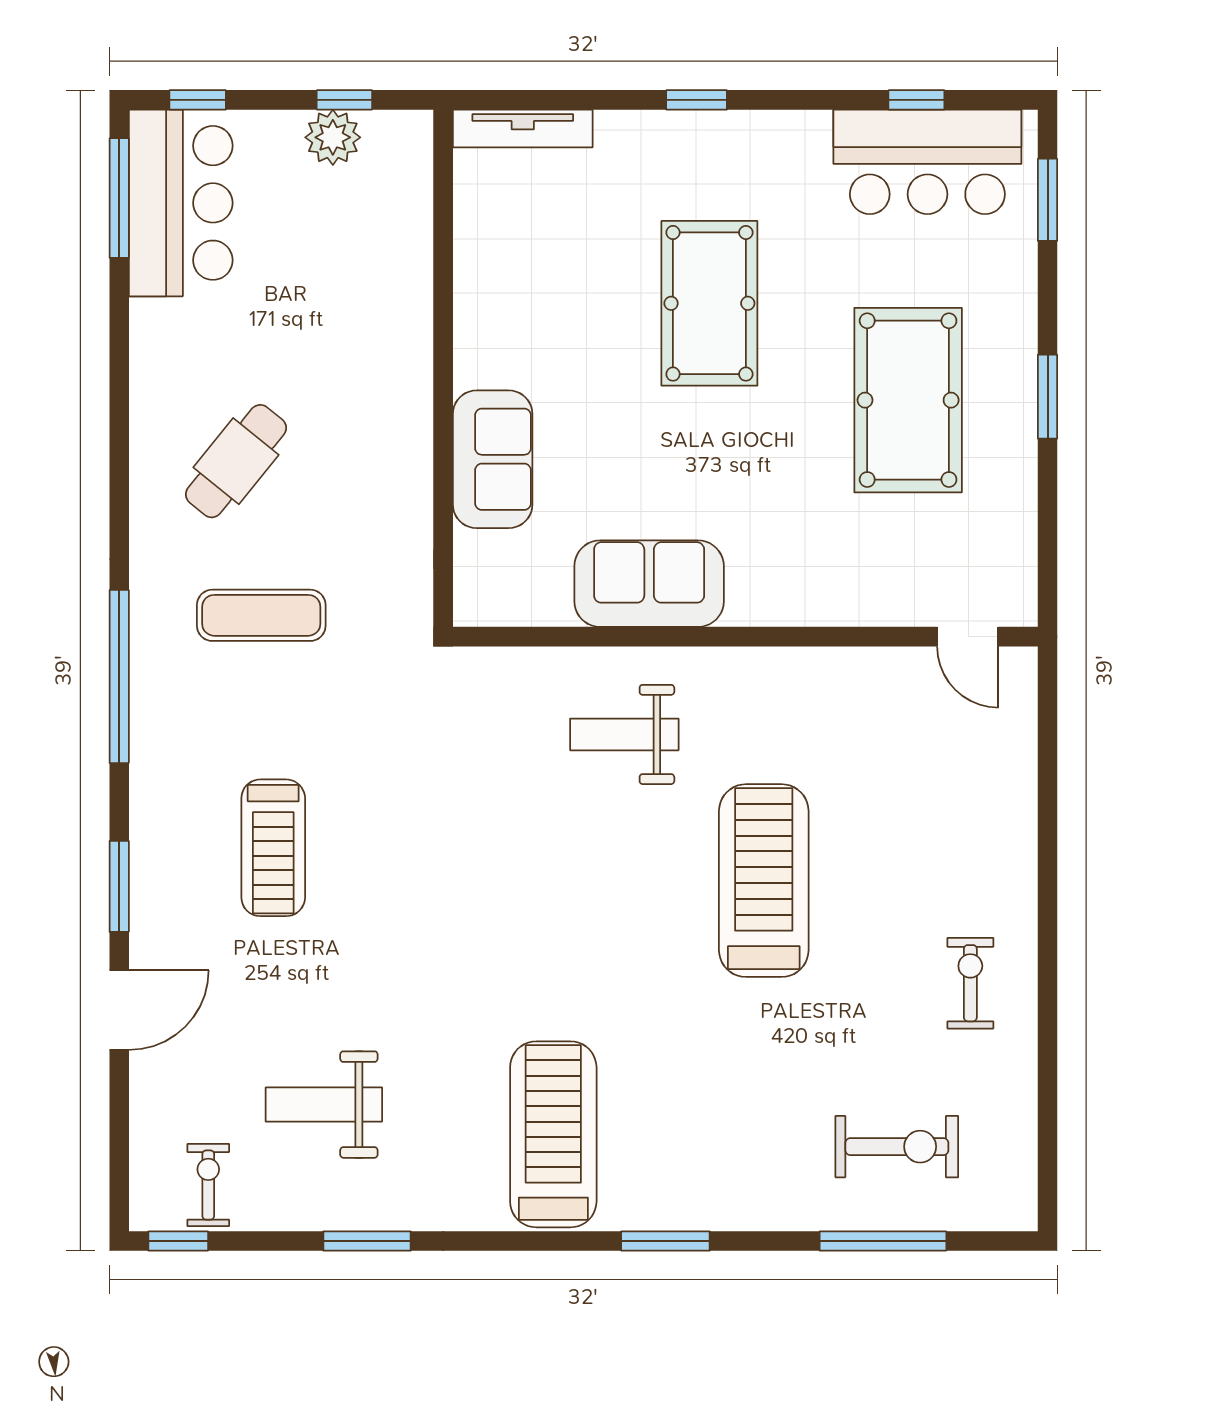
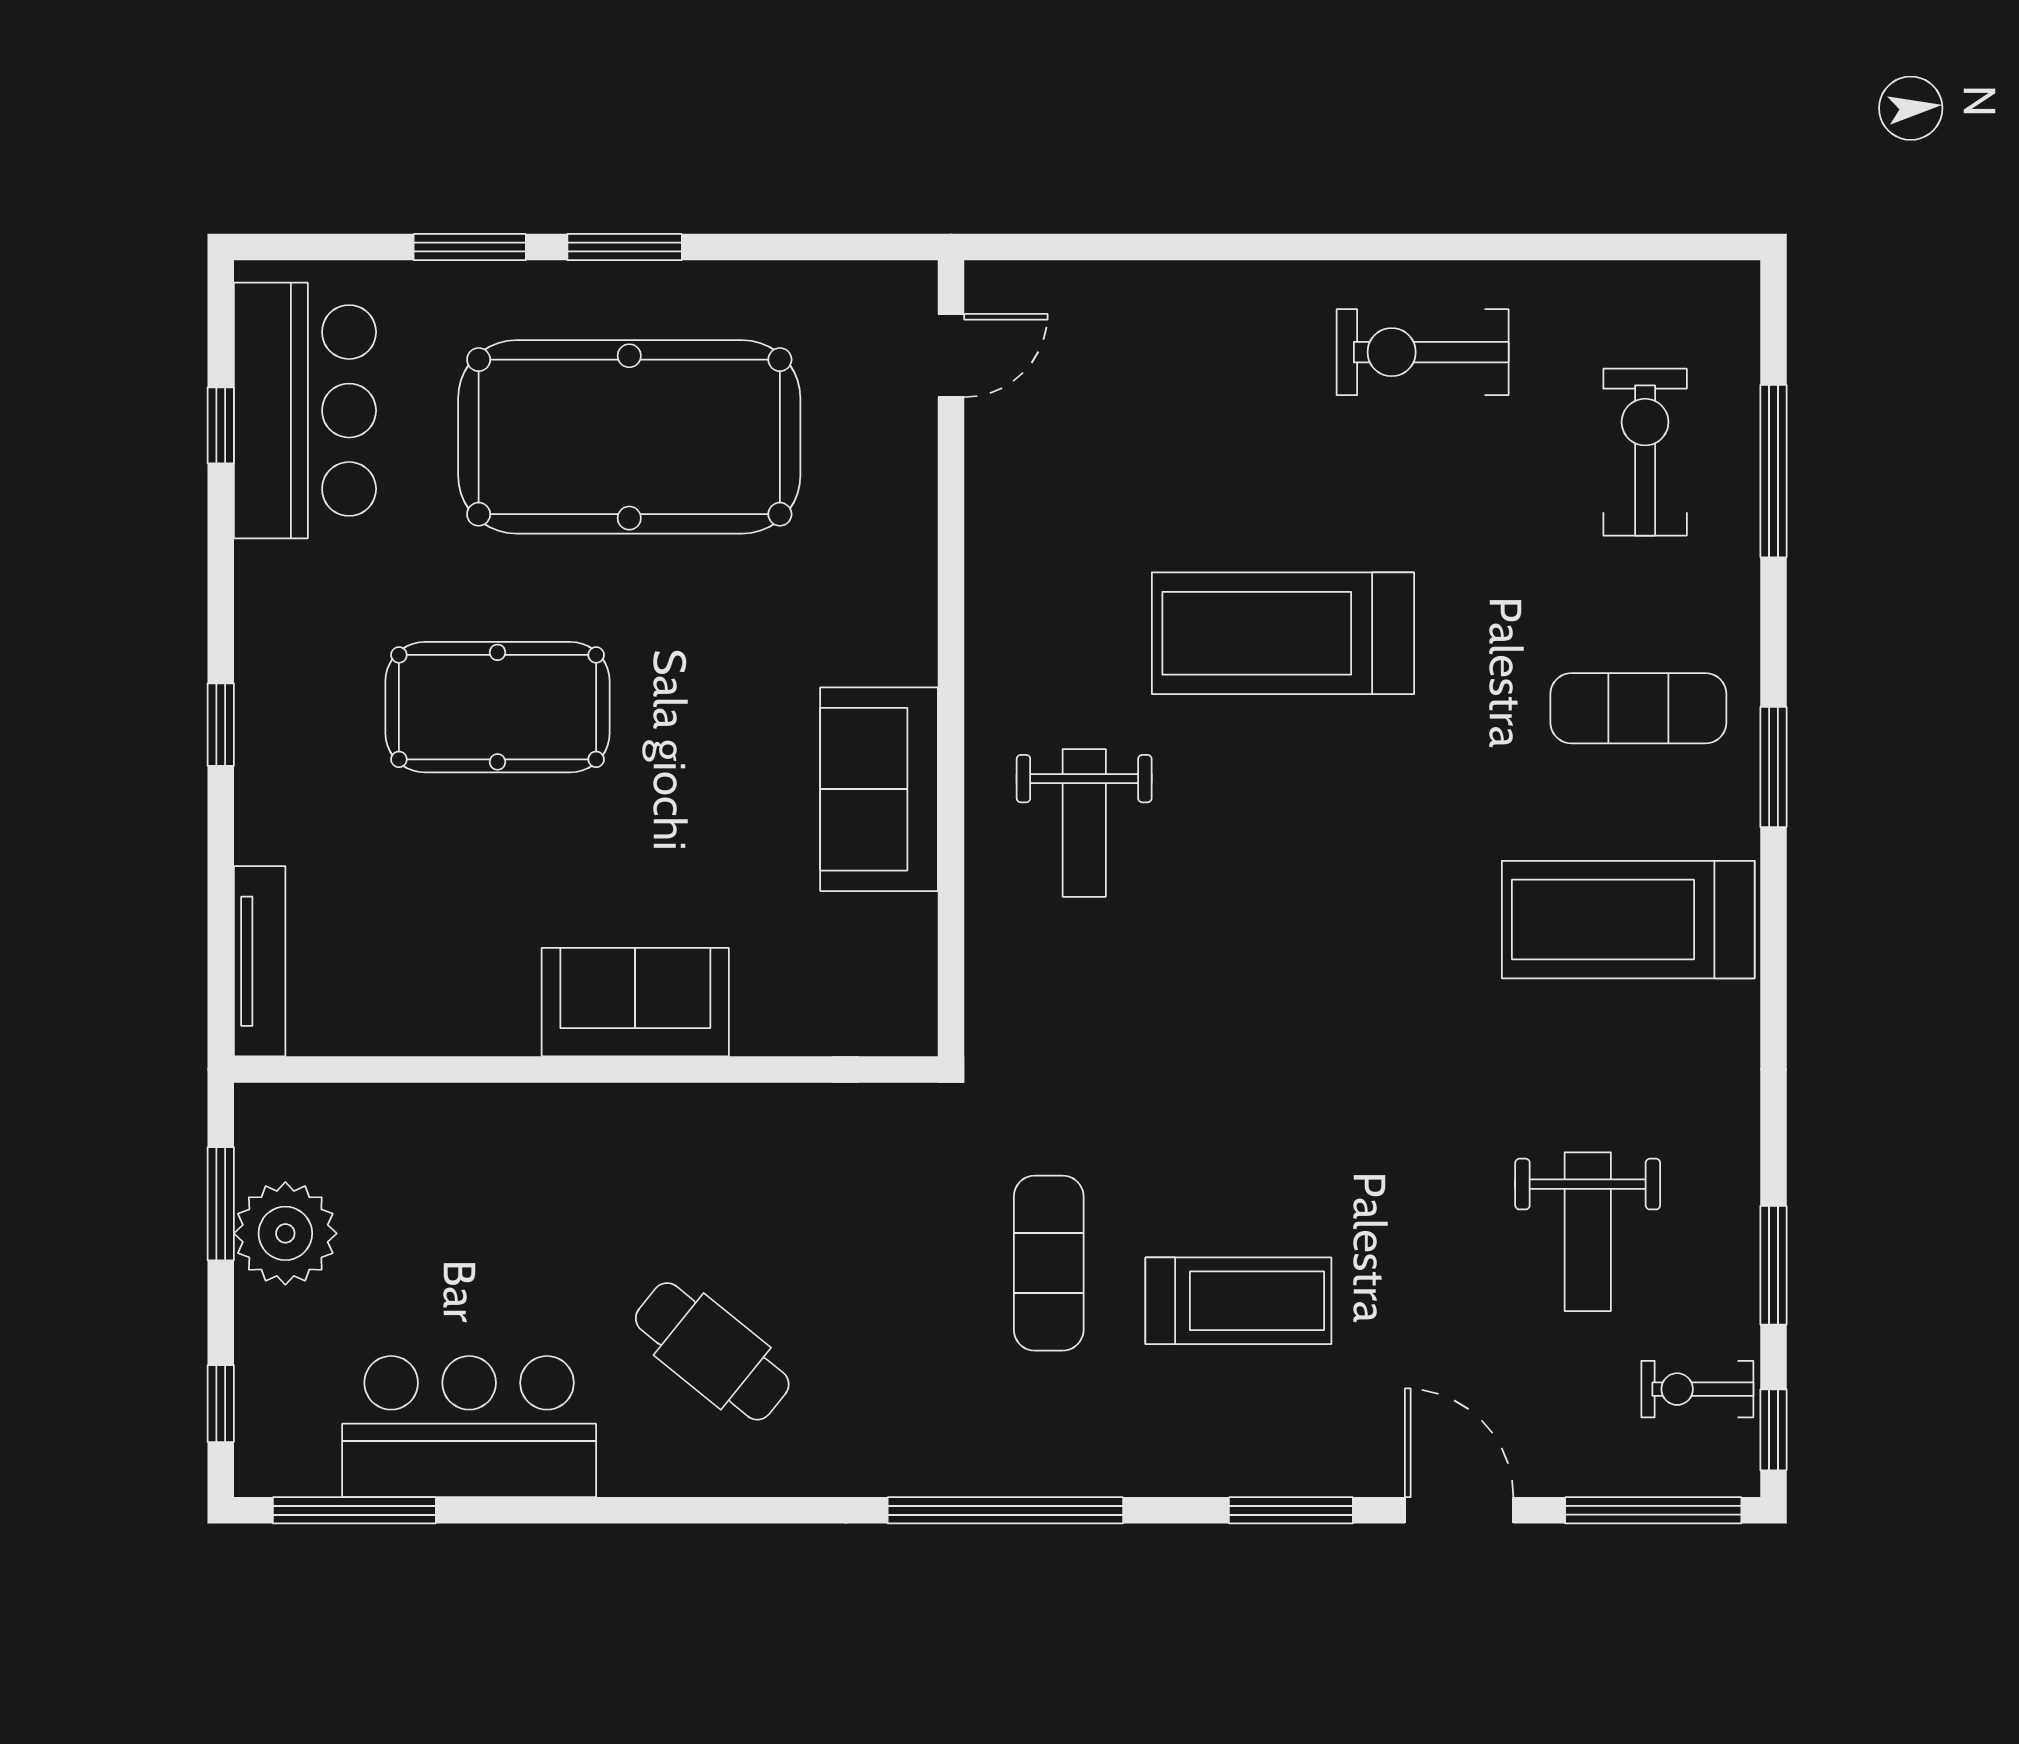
window: (344, 100) -> (221, 1204), width x1.50
plant: (333, 137) -> (285, 1233), width x1.36, depth x1.36
window: (1048, 200) -> (470, 247), moved
bar counter: (181, 203) -> (469, 1427), moved
pool table: (908, 400) -> (629, 437), width x1.36, depth x1.32
sofa: (493, 459) -> (635, 1002), moved
exercise mat: (261, 615) -> (1049, 1263), moved
exercise bike: (970, 983) -> (1423, 352), width x1.38, depth x1.39
exercise mat: (709, 1142) -> (1638, 708), added
window: (119, 1153) -> (1653, 1510), added
window: (367, 1241) -> (1773, 1265), moved

